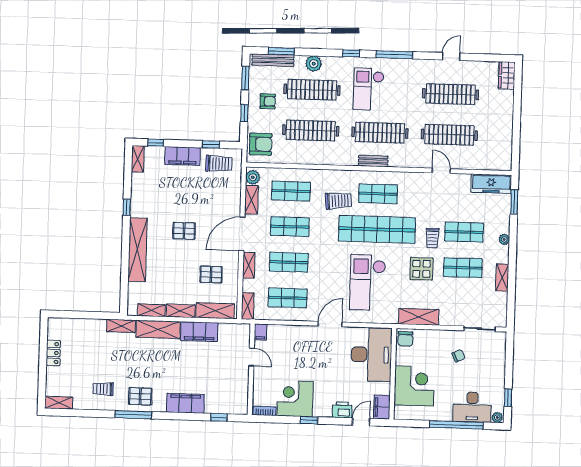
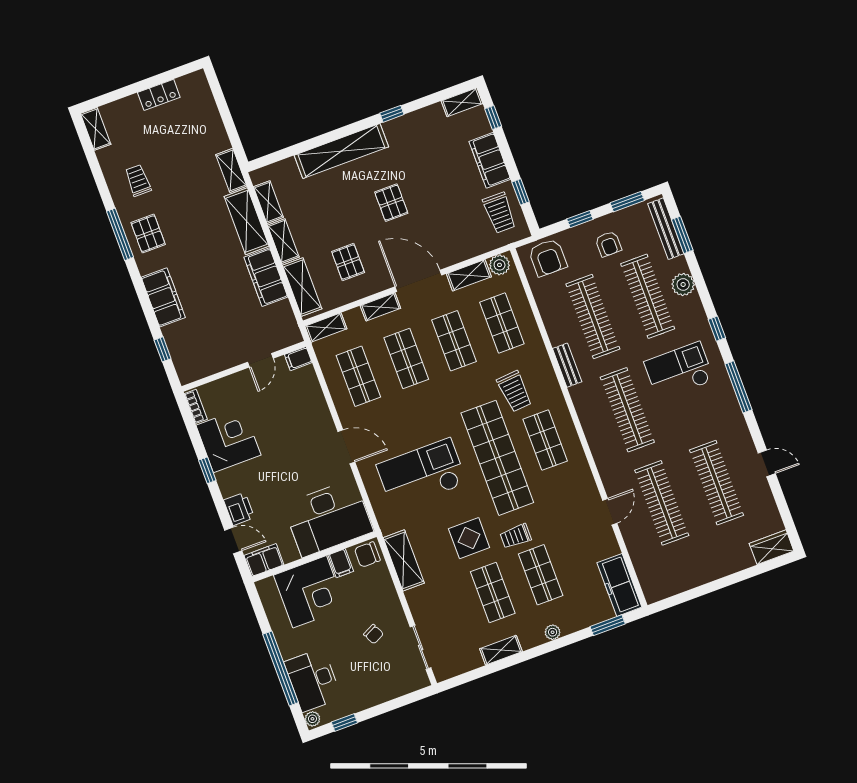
bench: (373, 161) -> (567, 365), moved
filing cabinet: (404, 358) -> (341, 563), added

